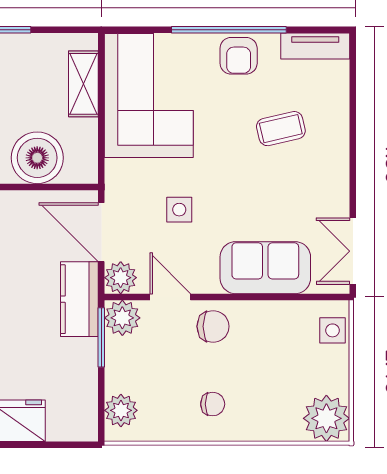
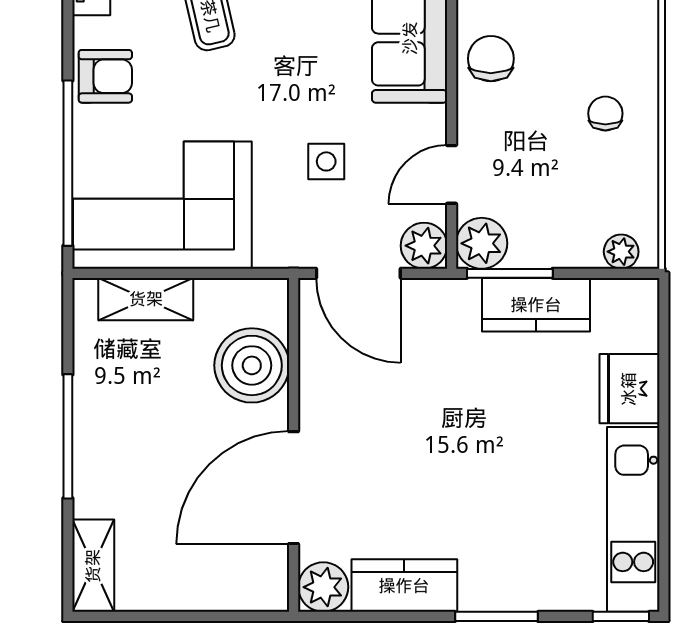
window: (229, 30) -> (68, 163), moved
door: (101, 232) -> (358, 273), hinge flipped
kitchen counter: (79, 299) -> (536, 305), moved
chair: (213, 326) -> (491, 59), moved
plant: (121, 410) -> (621, 252), width x0.73, depth x0.73

